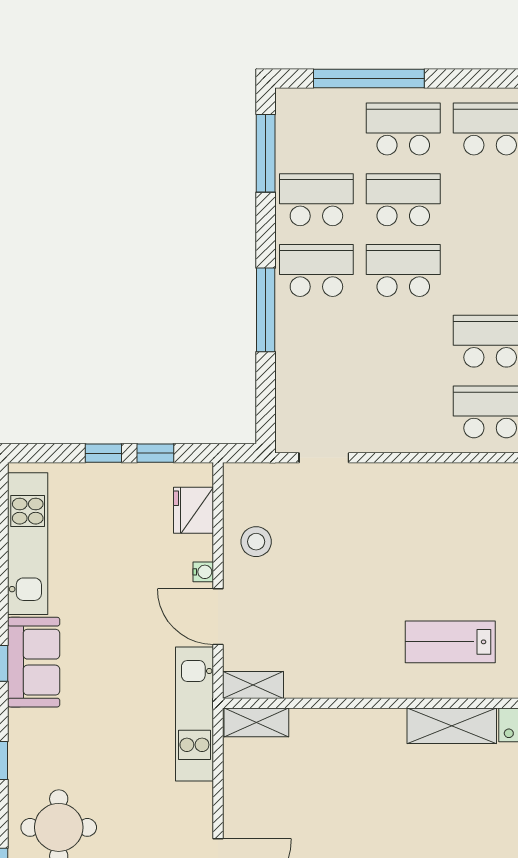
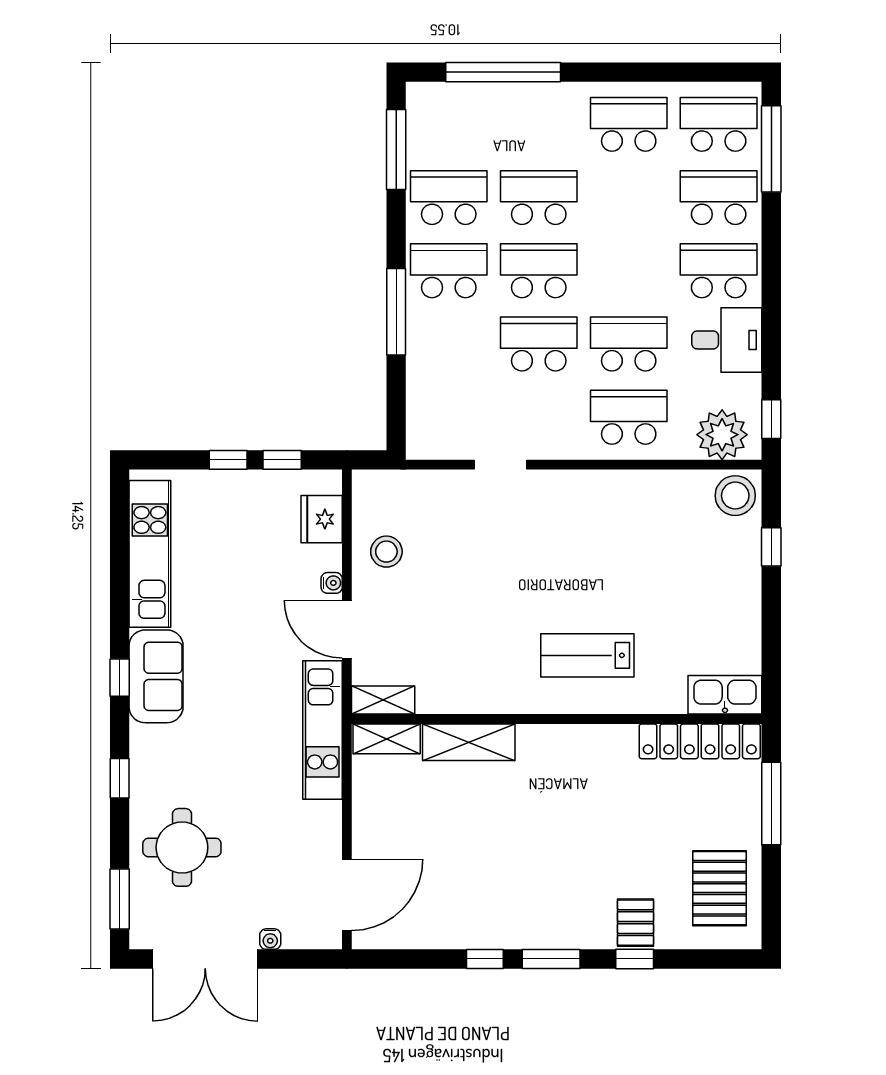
school desk: (403, 129) -> (539, 344), moved
doorway: (324, 458) -> (501, 465), moved
shelving: (452, 726) -> (469, 742), moved

